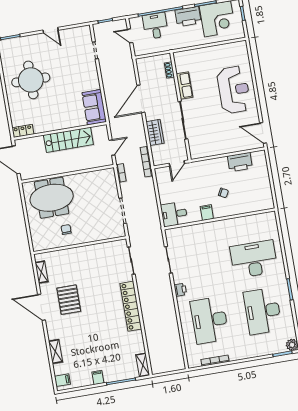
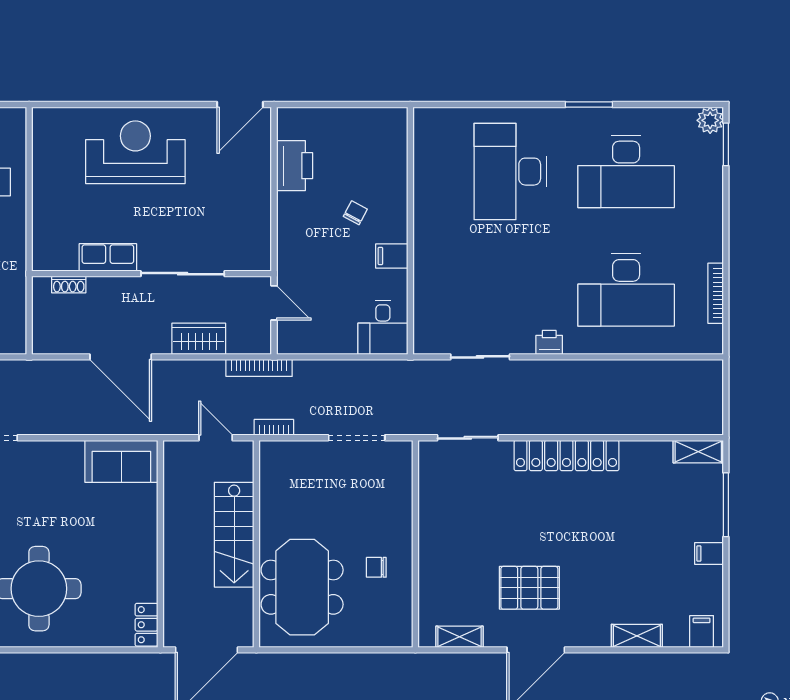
stairs: (68, 140) -> (234, 535), moved, turned 180

